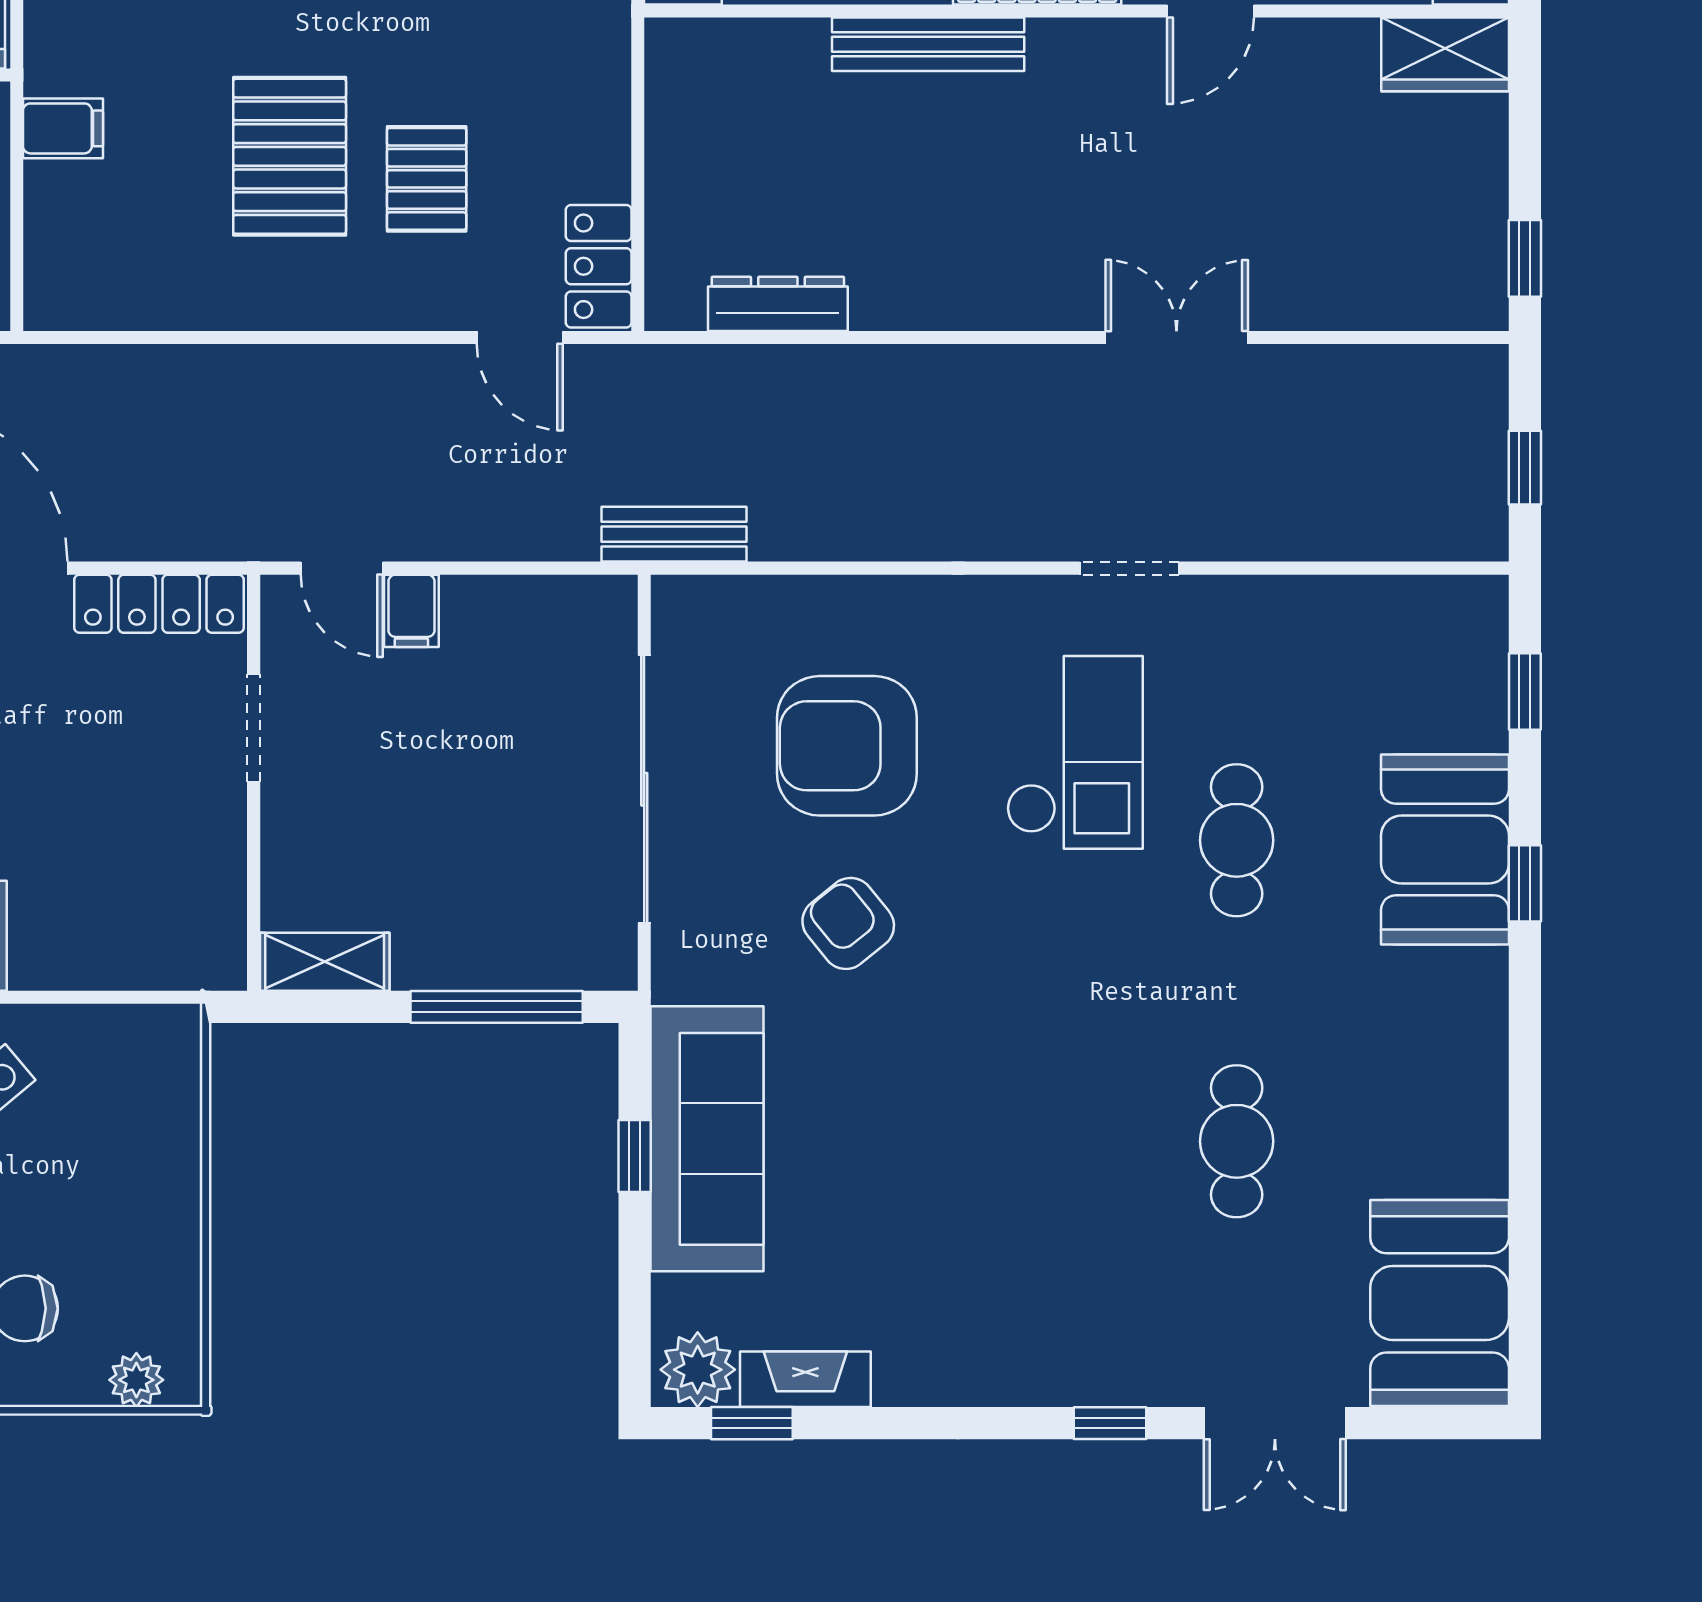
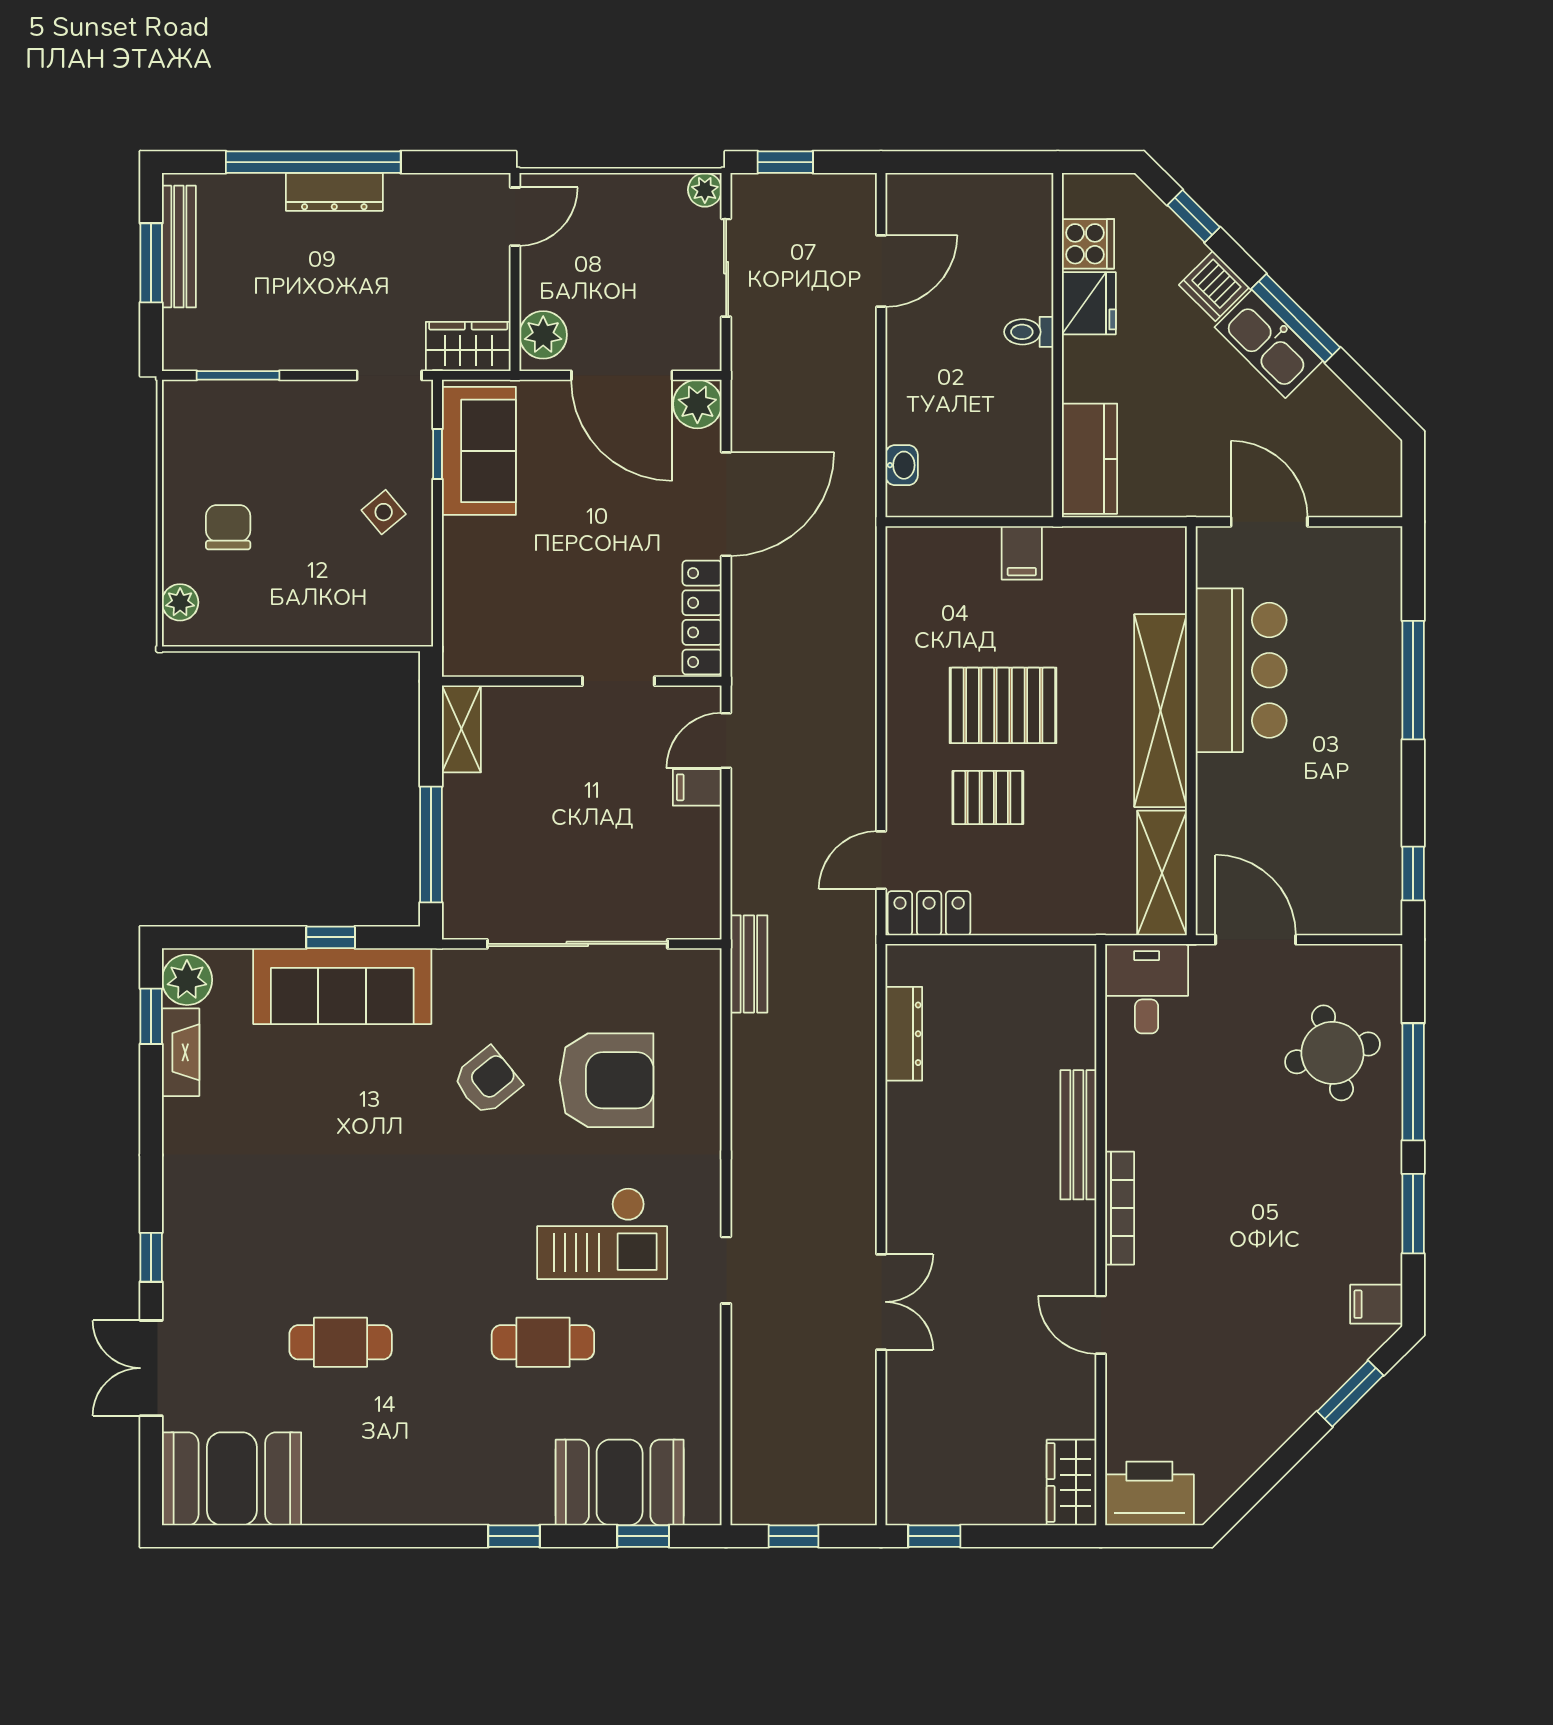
armchair: (847, 746) -> (607, 1080), turned 90
booth: (1445, 850) -> (620, 1482), moved

